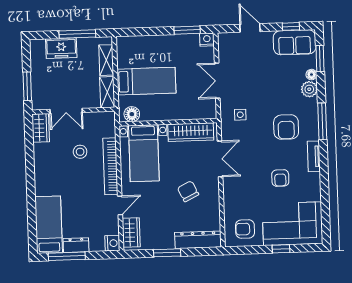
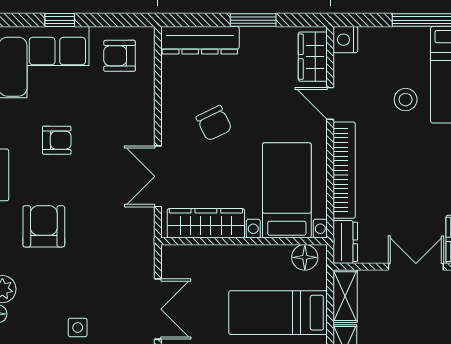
side table: (240, 115) -> (78, 328), moved
stool: (80, 152) -> (406, 100), moved
armchair: (280, 178) -> (57, 140), turned 90
door: (120, 205) -> (330, 103), hinge flipped
armchair: (245, 229) -> (120, 56), turned 180
dresser: (76, 245) -> (345, 242), moved, turned -90

